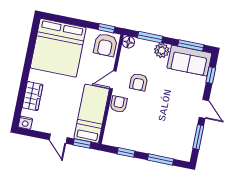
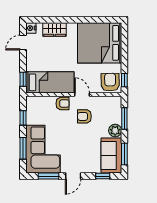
floor lamp: (128, 42) -> (116, 101), removed
armchair: (105, 45) -> (110, 82), turned 89
corner sofa: (166, 137) -> (43, 149), added
door: (58, 139) -> (23, 43), moved

